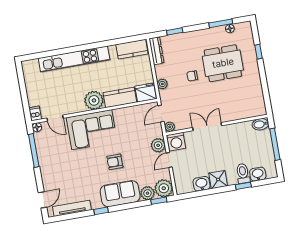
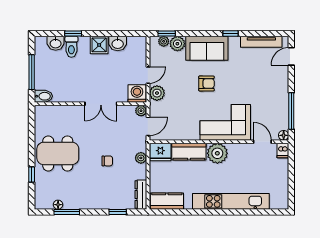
dining table: (223, 63) -> (58, 153), moved
plant: (164, 188) -> (164, 41), width x0.53, depth x0.53

